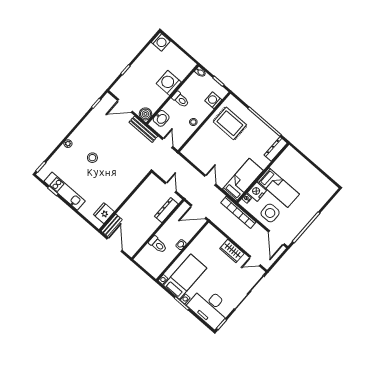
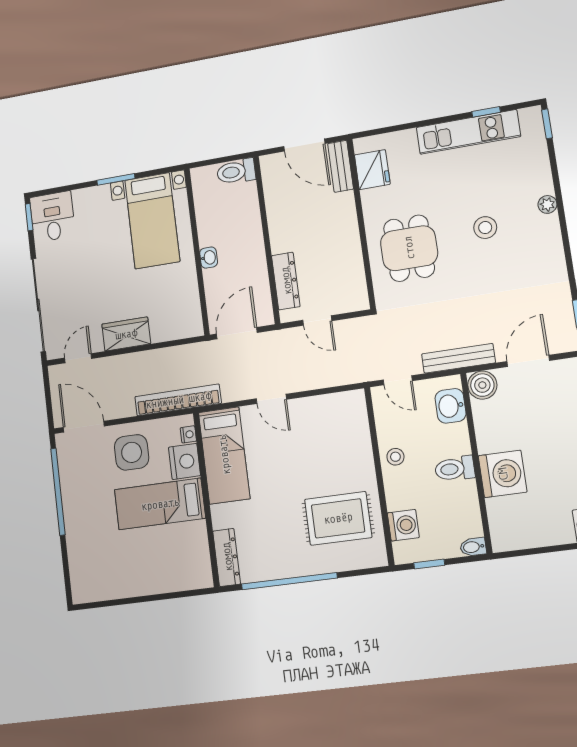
dining table: (120, 177) -> (409, 248), added
toilet: (158, 245) -> (236, 172), moved
desk: (210, 307) -> (52, 217), width x0.53, depth x0.77

